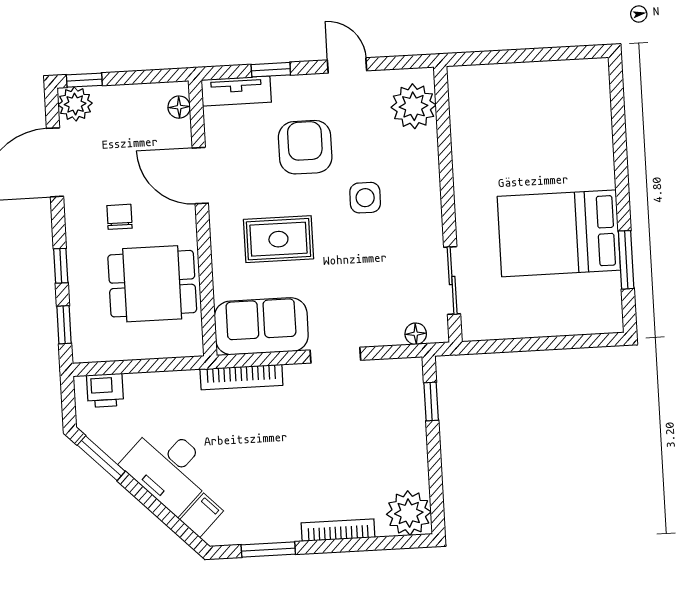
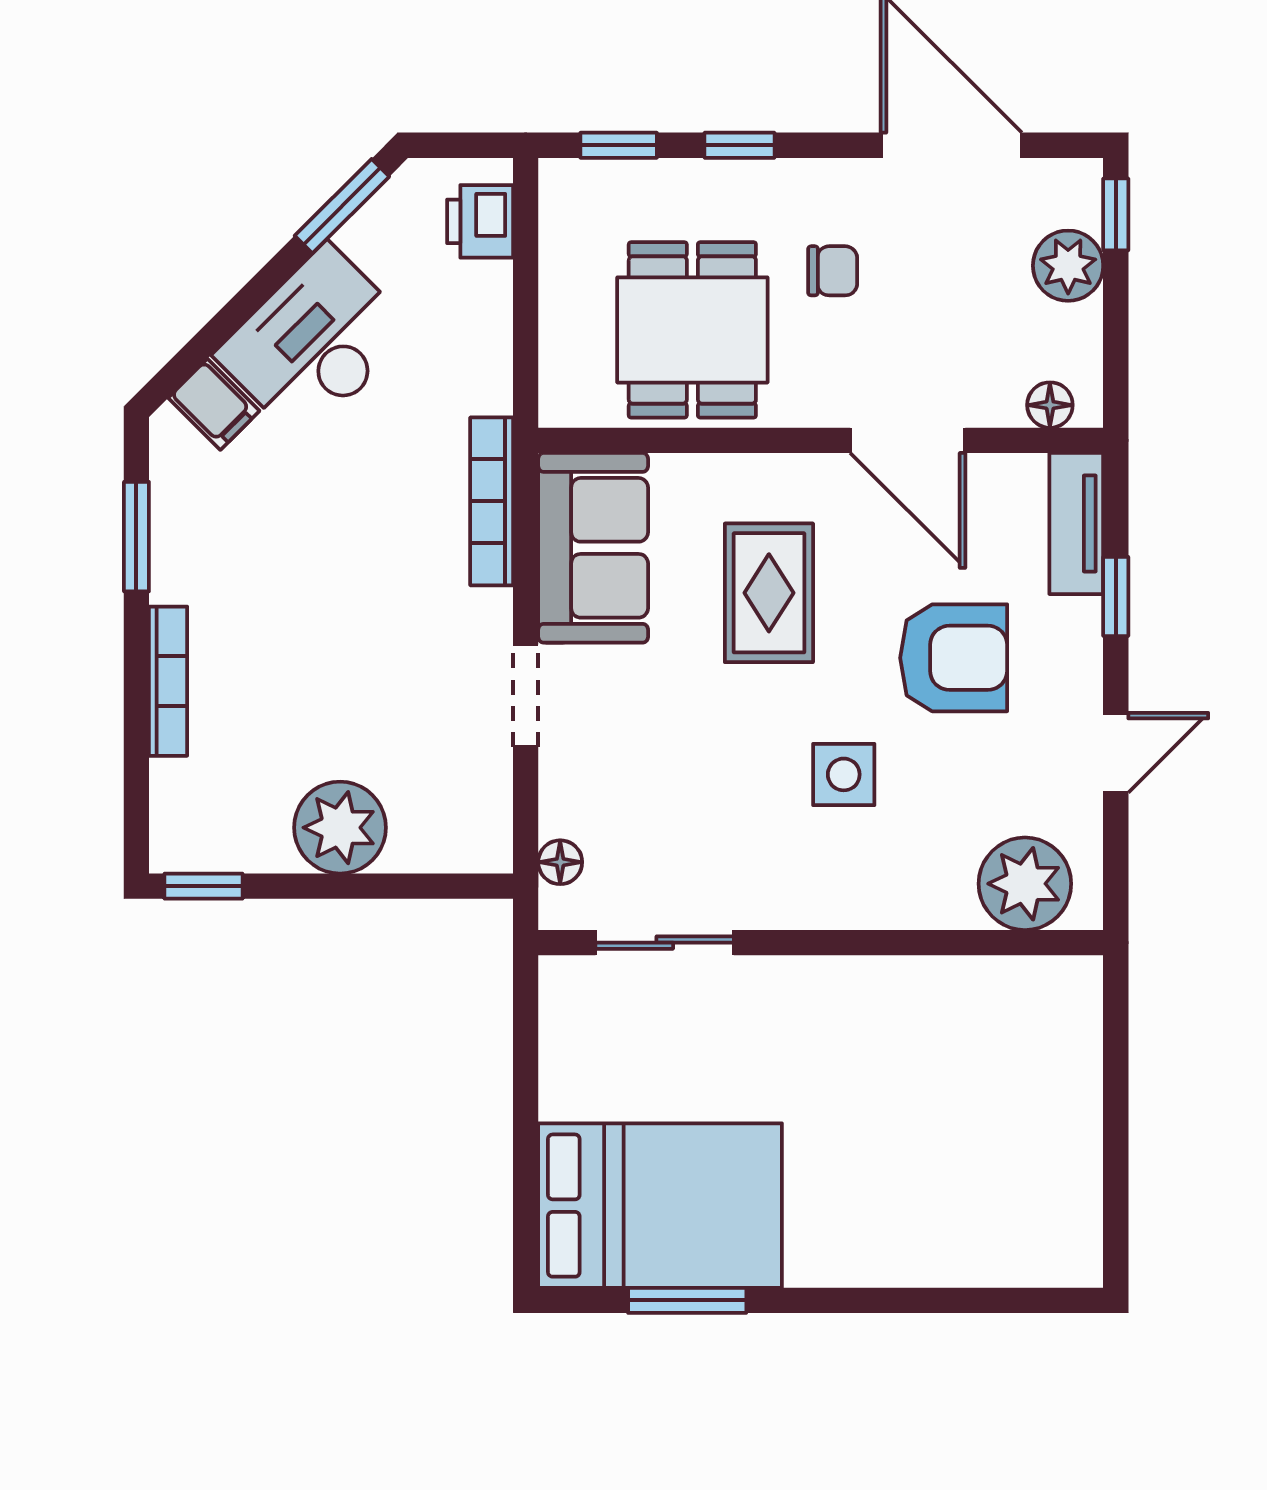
plant: (75, 104) -> (1068, 266), moved
door: (200, 176) -> (908, 440), swing flipped
bed: (559, 233) -> (660, 1206), moved, turned 90
window: (431, 402) -> (204, 886), moved
plant: (409, 513) -> (340, 828), moved

